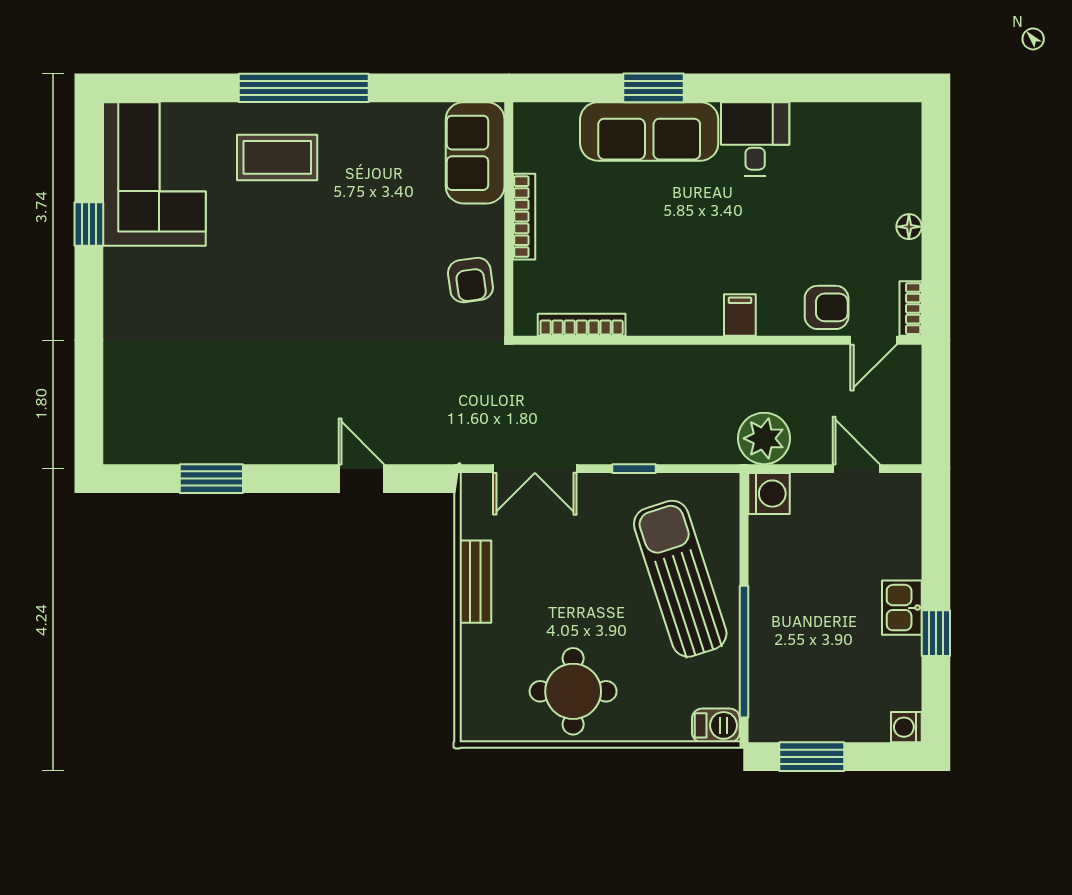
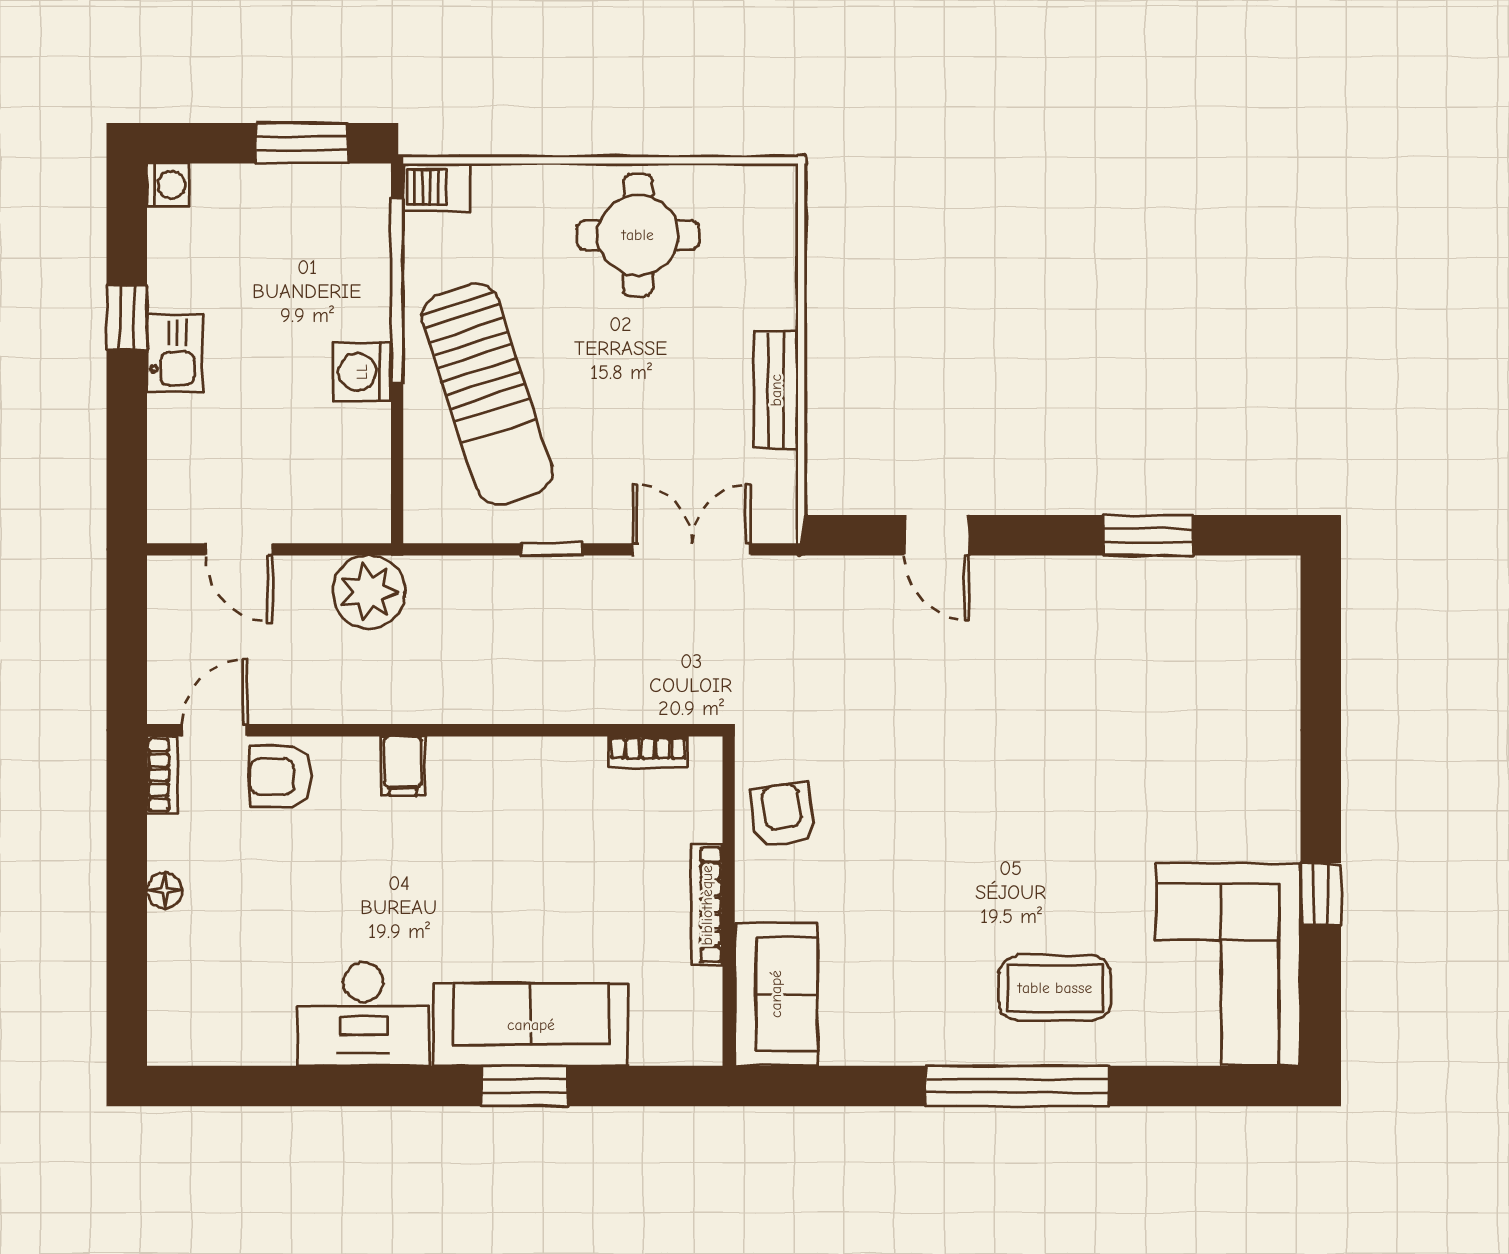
desk: (755, 139) -> (363, 1014), width x1.37
bookcase: (582, 325) -> (648, 752), width x0.64
washing machine: (769, 494) -> (362, 372), moved

